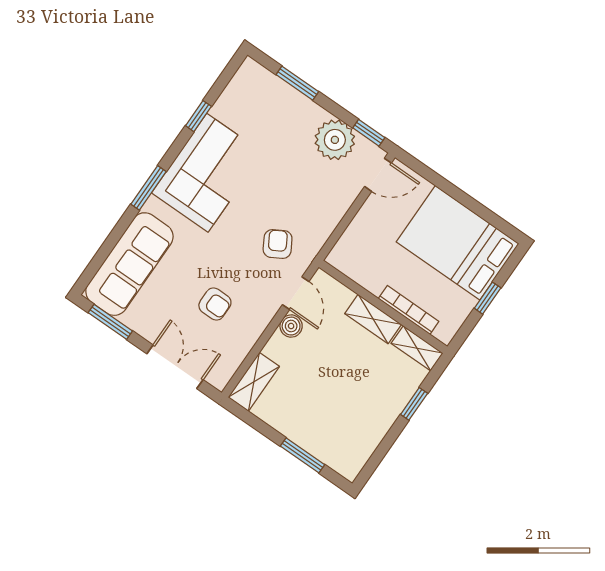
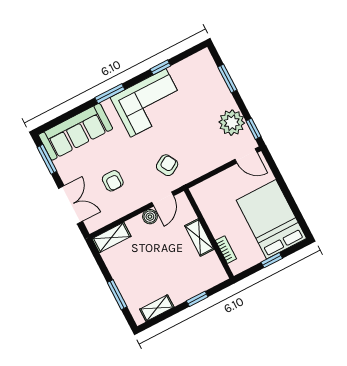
bookcase: (409, 310) -> (226, 250), width x0.64
shelving: (417, 348) -> (157, 308), moved, turned 90

